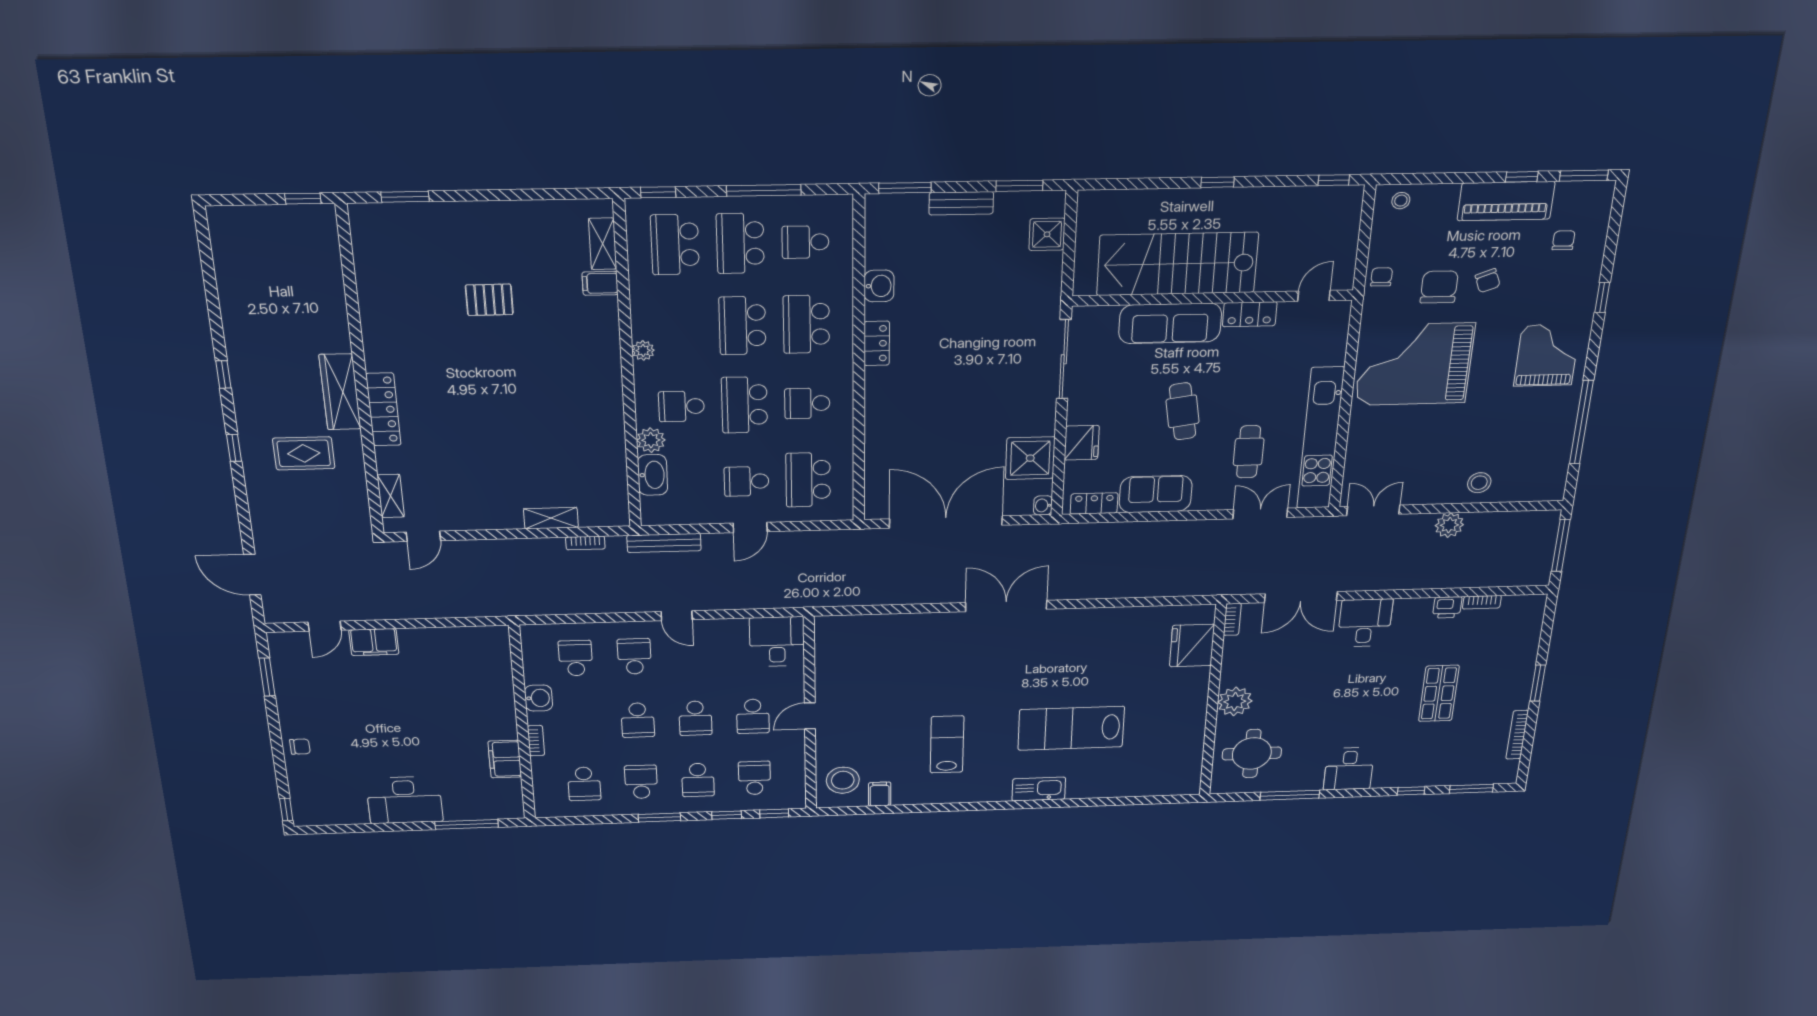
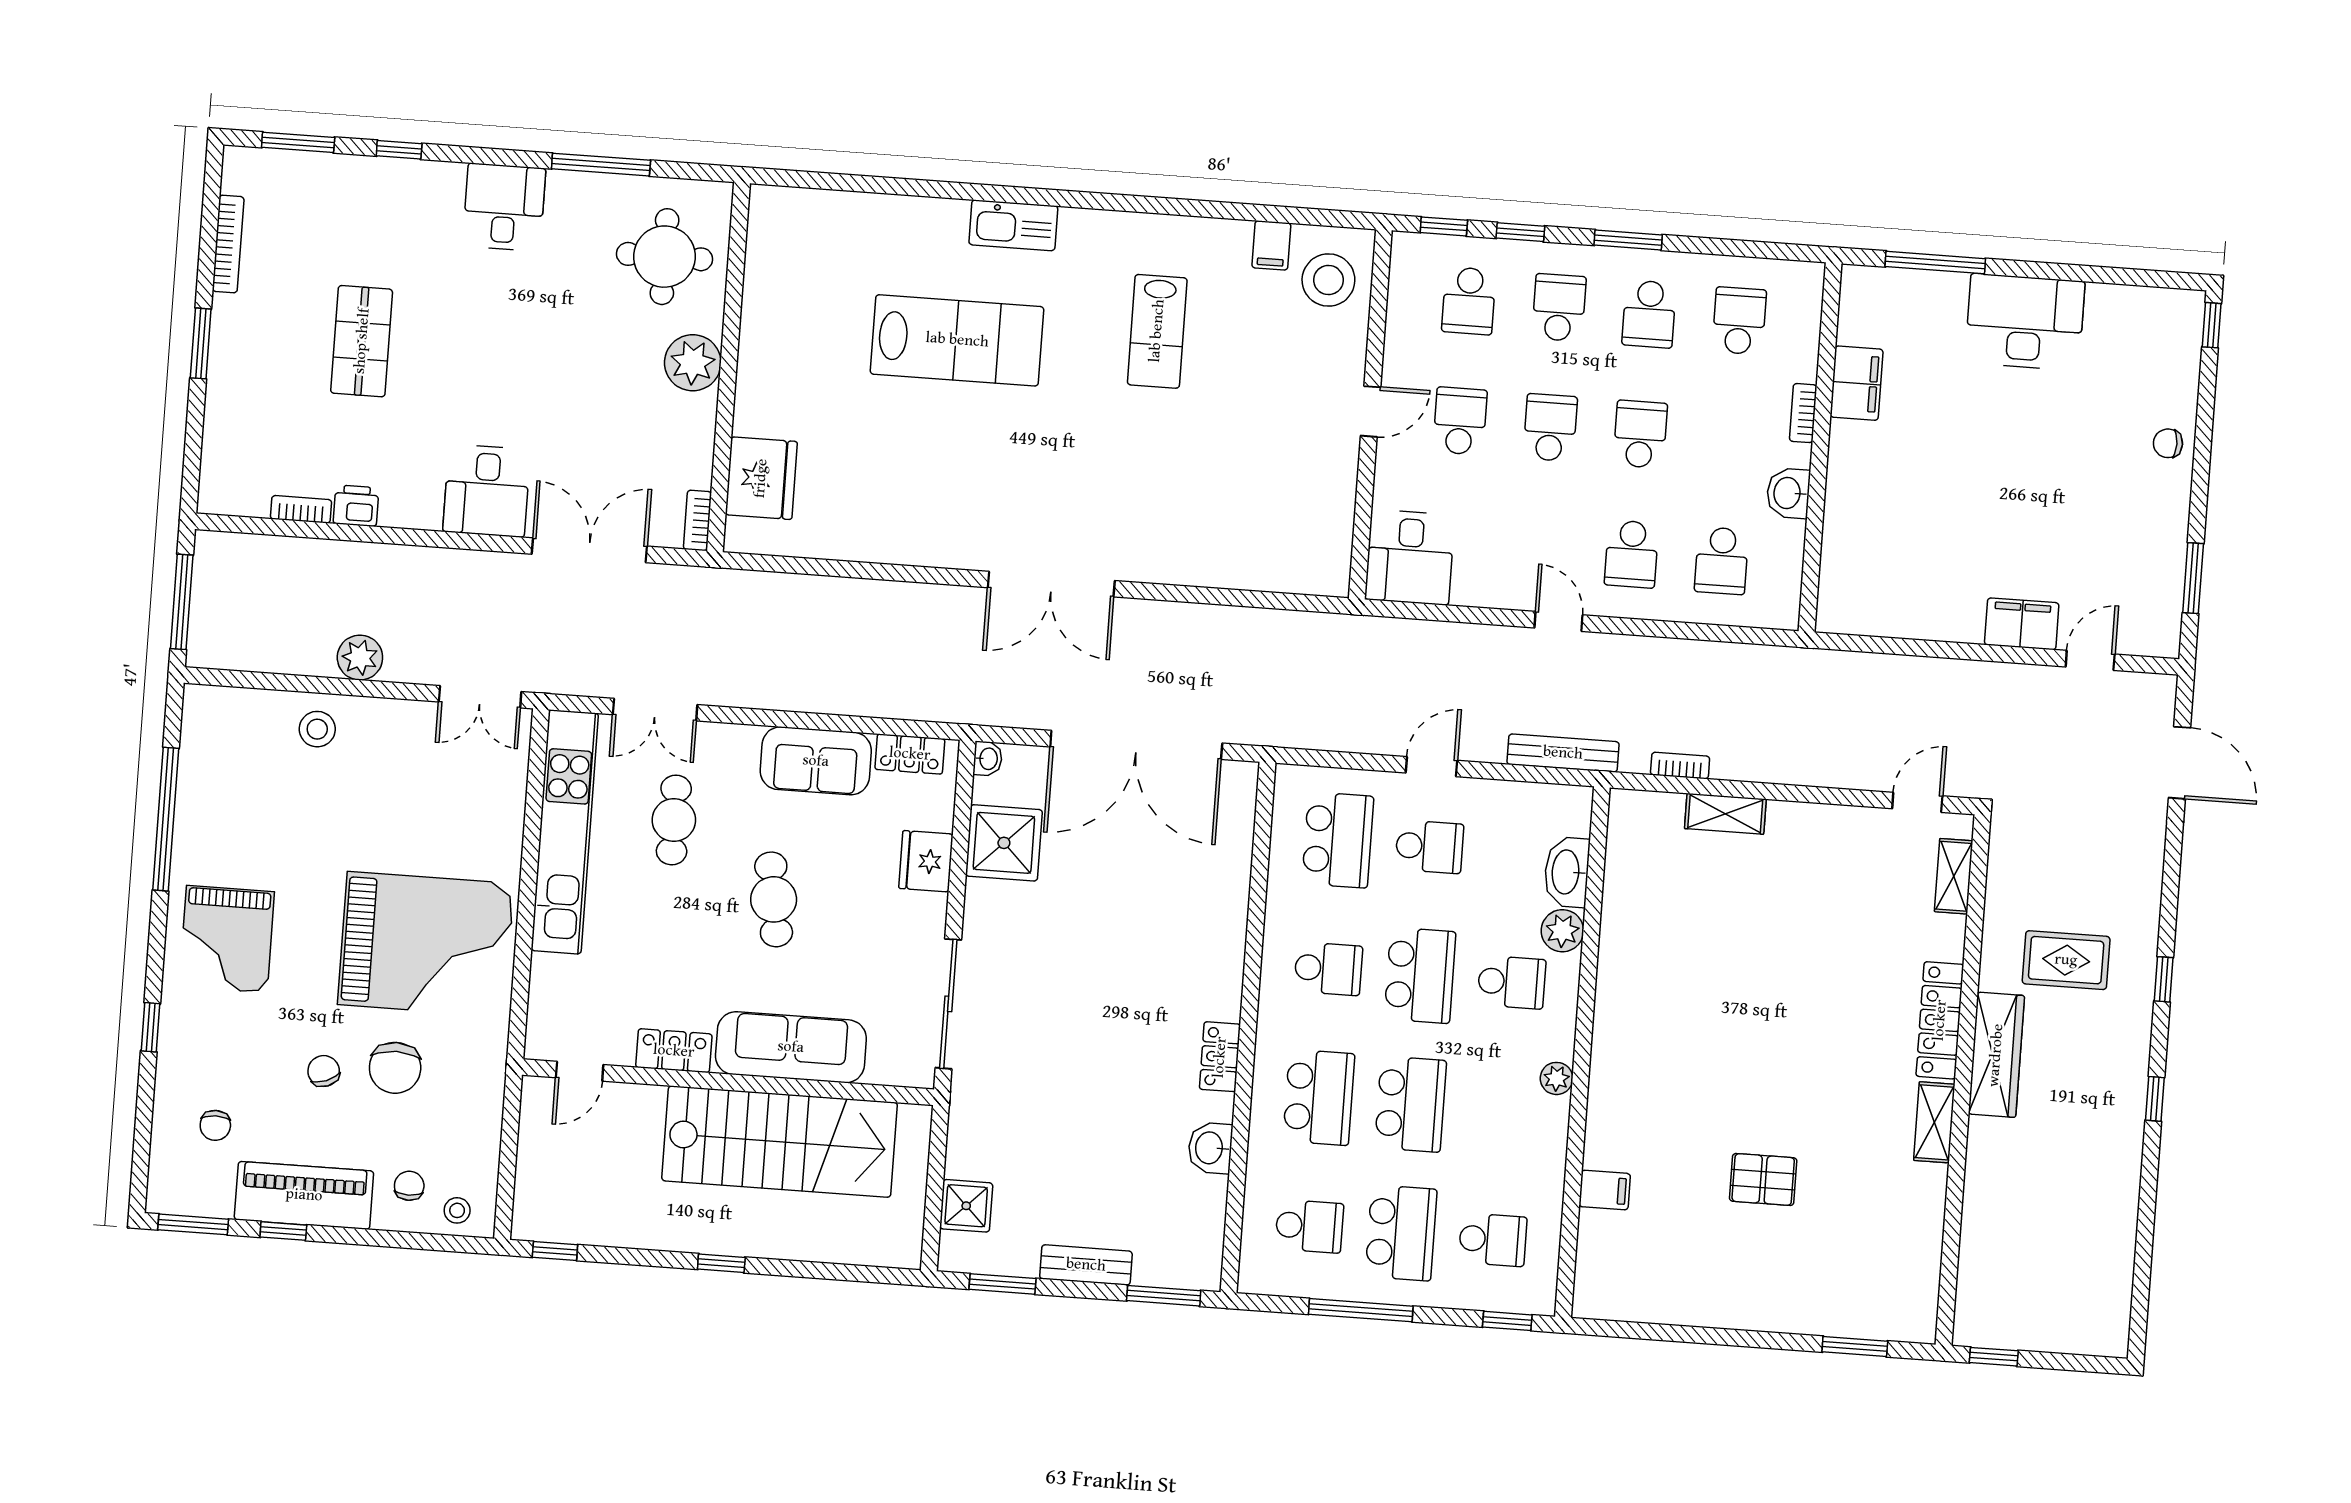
shelving: (603, 244) -> (1934, 1122), moved
school desk: (675, 245) -> (1493, 1240), width x0.54
chair: (1382, 277) -> (409, 1186), moved, turned 180

